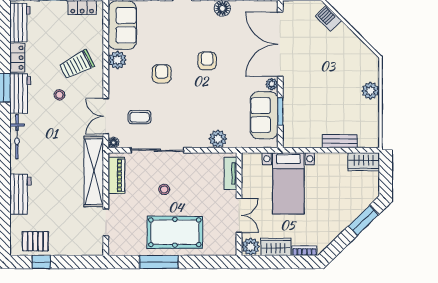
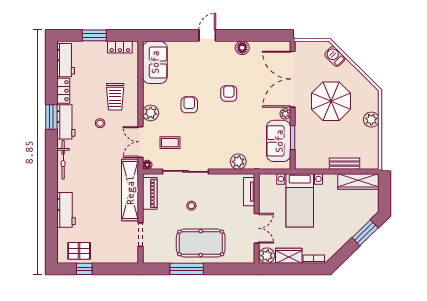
plant: (117, 60) -> (151, 113), moved
trolley: (77, 65) -> (115, 97), turned -63
parasol: (324, 70) -> (331, 101), added
wardrobe: (364, 162) -> (358, 181), width x1.50

